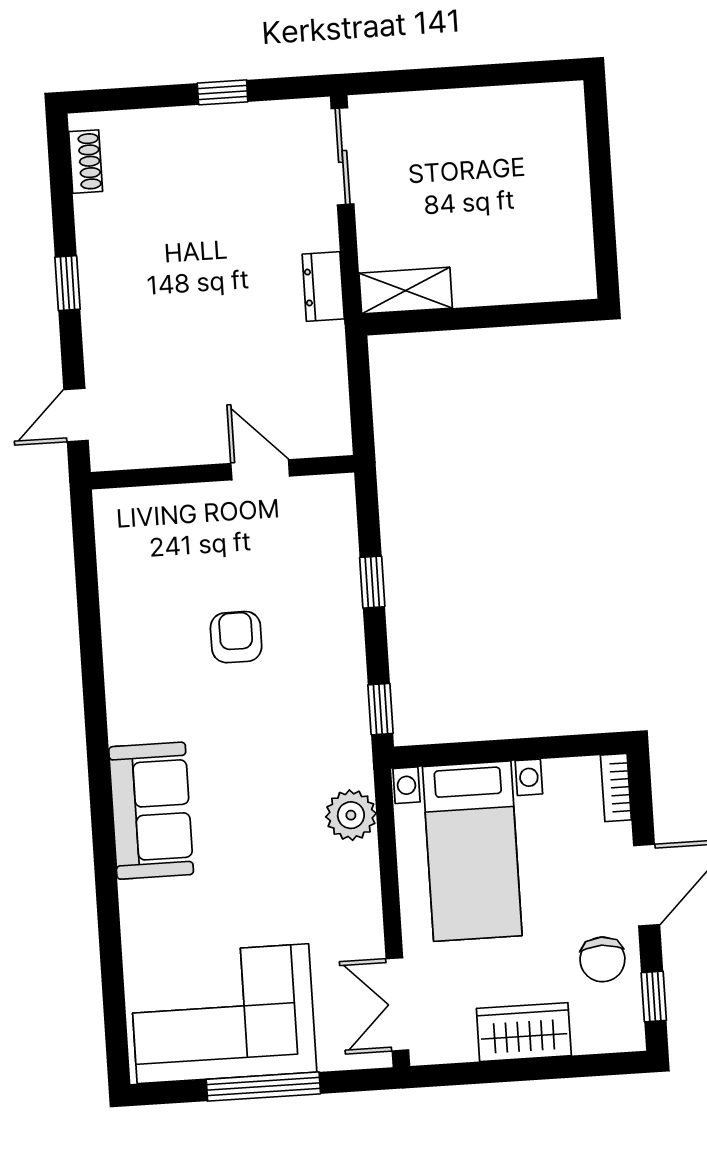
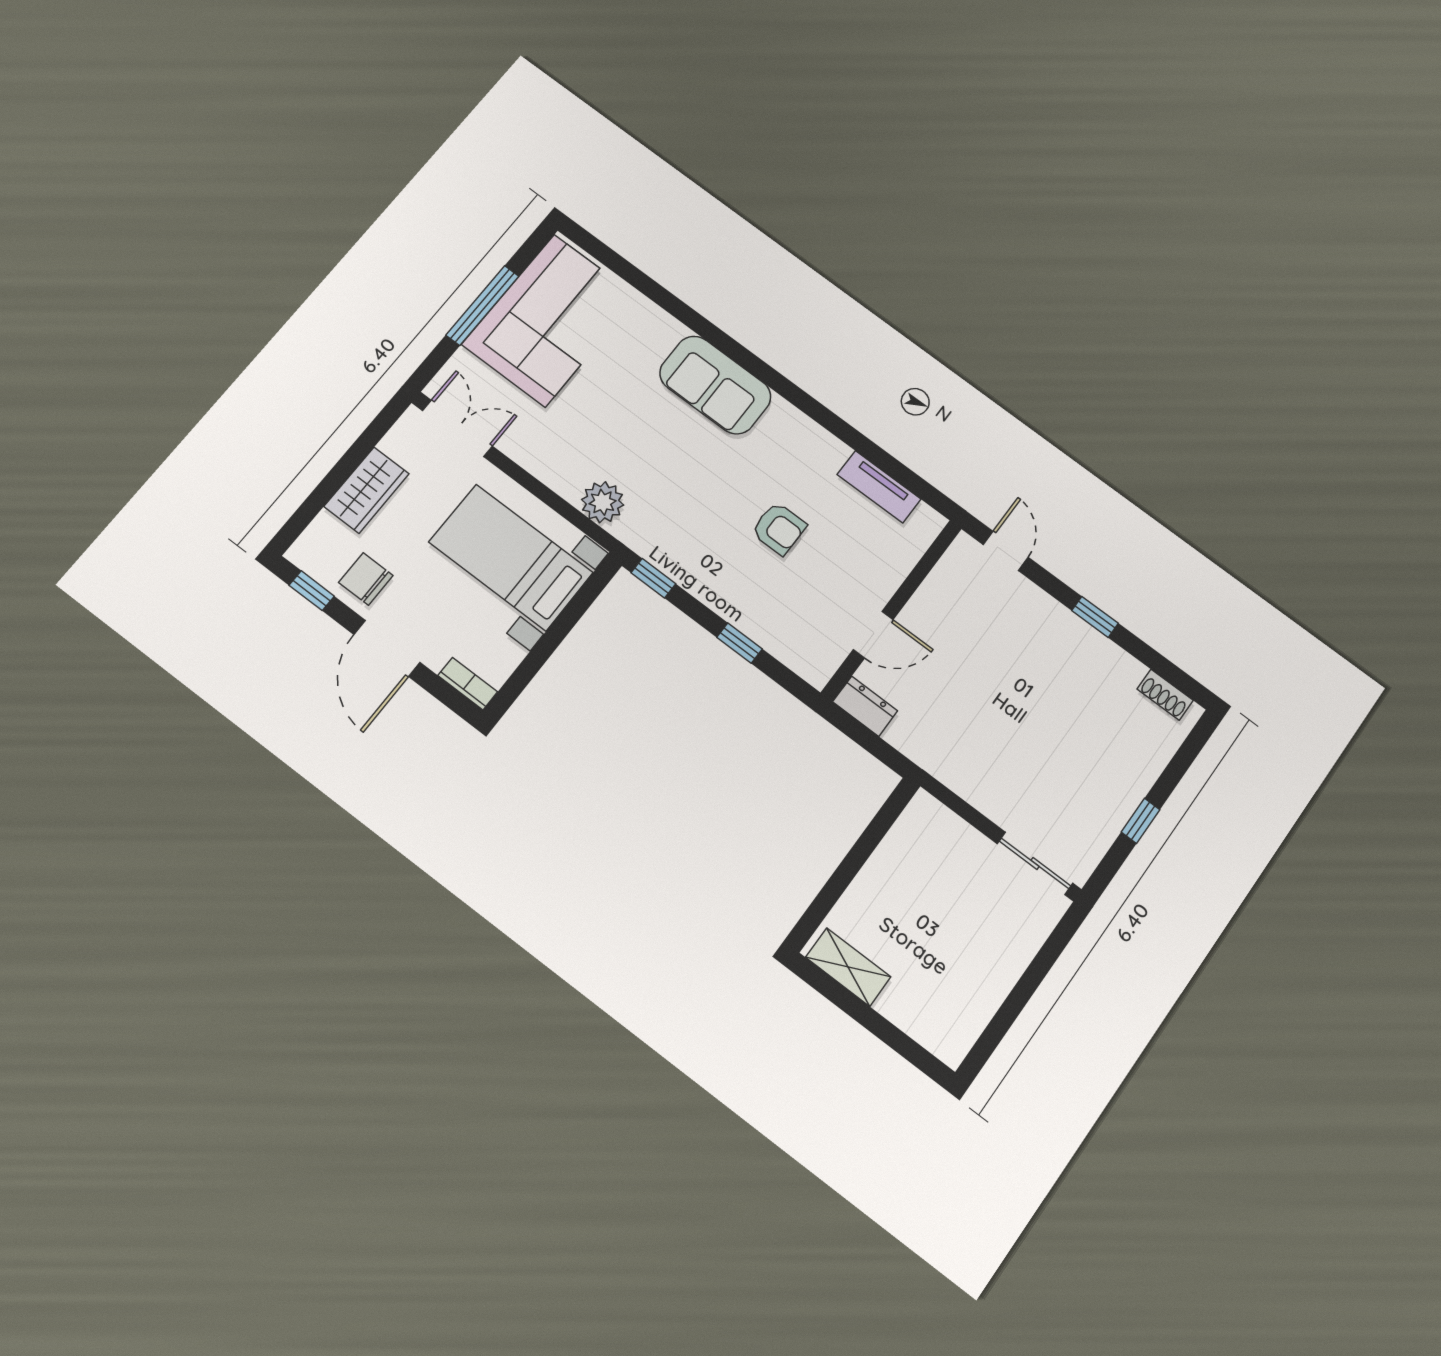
dresser: (323, 287) -> (865, 706), moved
shelving: (406, 291) -> (848, 967), moved, turned 90
tv unit: (117, 580) -> (879, 487), added

